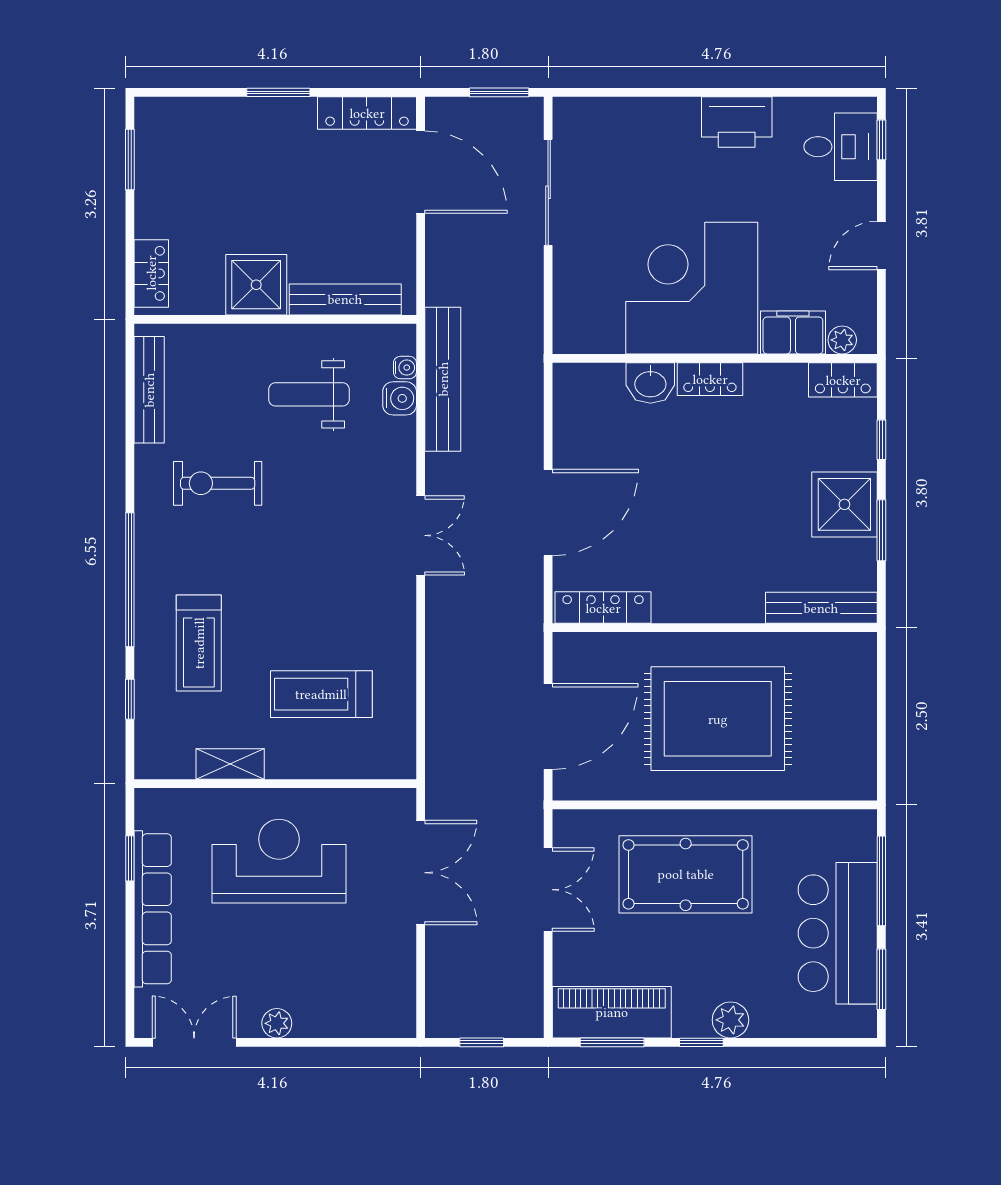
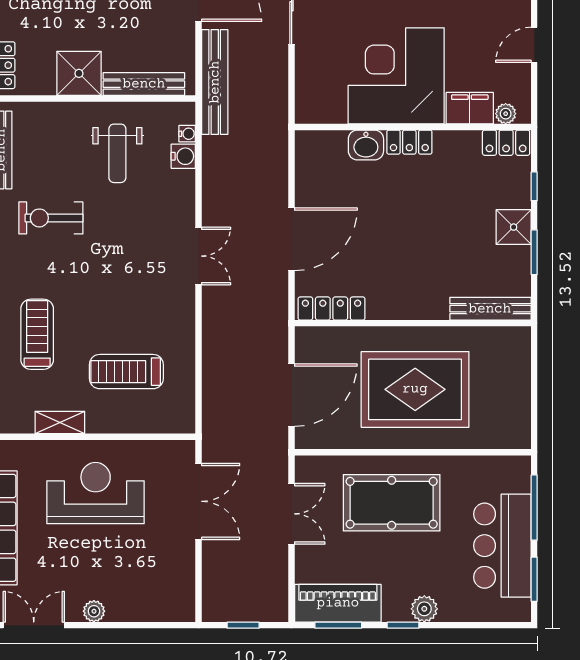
bench: (443, 379) -> (215, 82), moved
weight bench: (309, 394) -> (117, 153), turned -90
shower: (844, 504) -> (514, 227), width x0.73, depth x0.73
treadmill: (199, 643) -> (37, 334), turned 180

